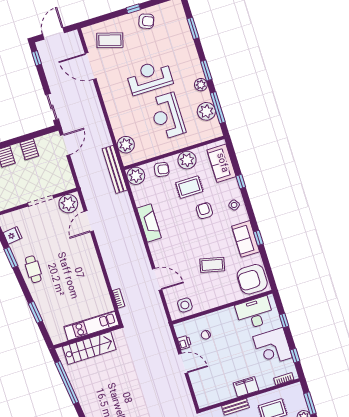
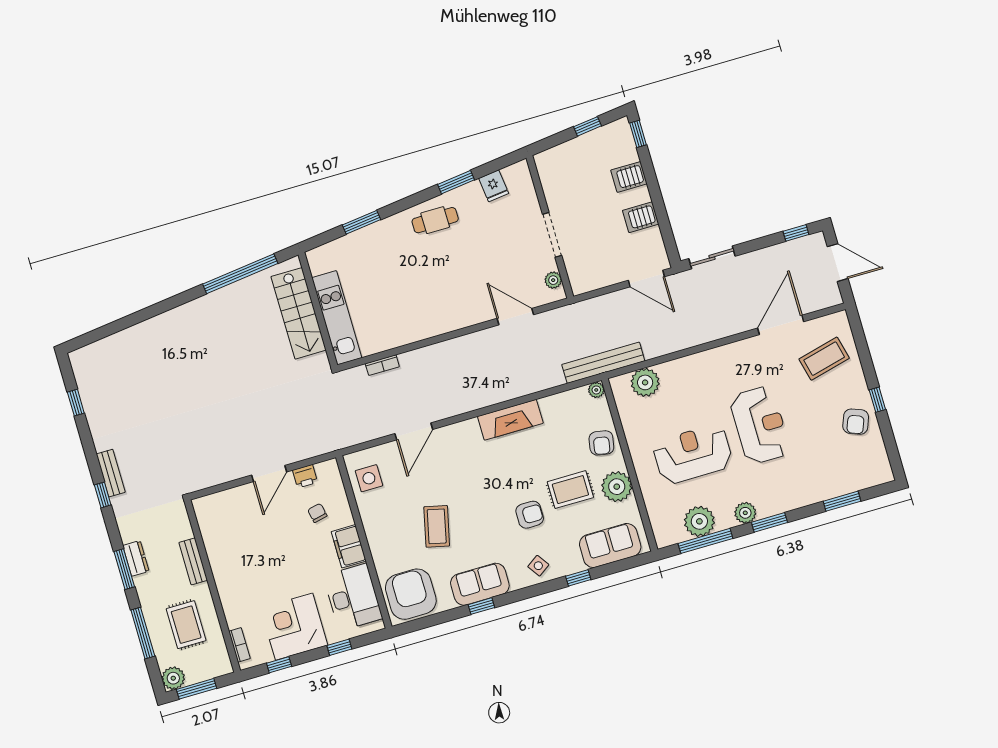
coffee table: (110, 40) -> (824, 359), turned 60
plant: (136, 176) -> (596, 390), width x0.53, depth x0.53
rug: (189, 187) -> (570, 490), turned 90
plant: (68, 204) -> (553, 280), width x0.53, depth x0.53
filing cabinet: (246, 387) -> (349, 546), moved, turned 180

